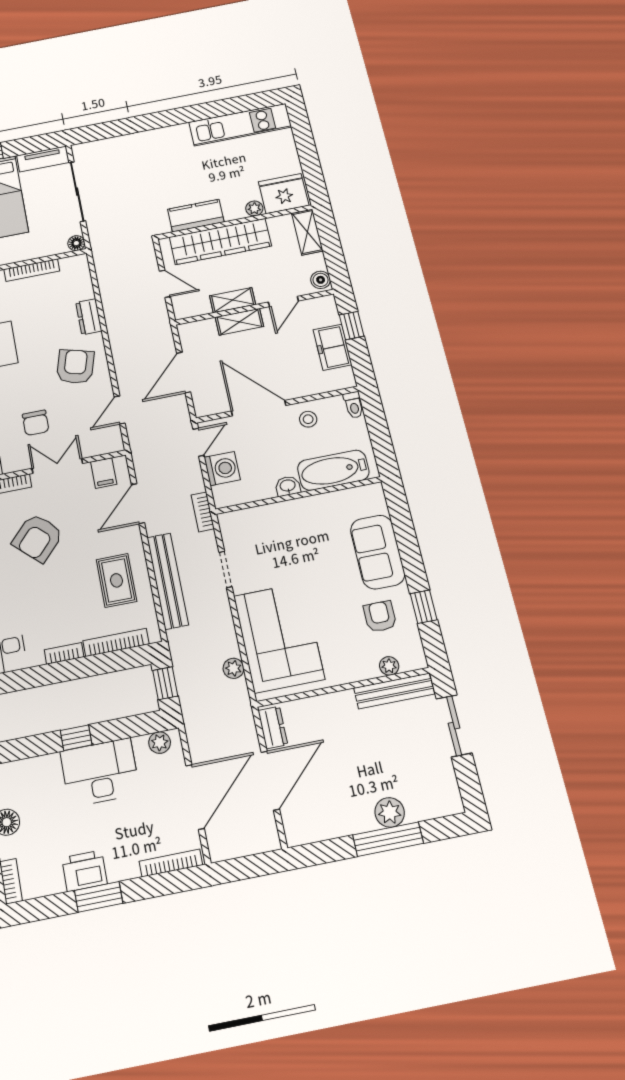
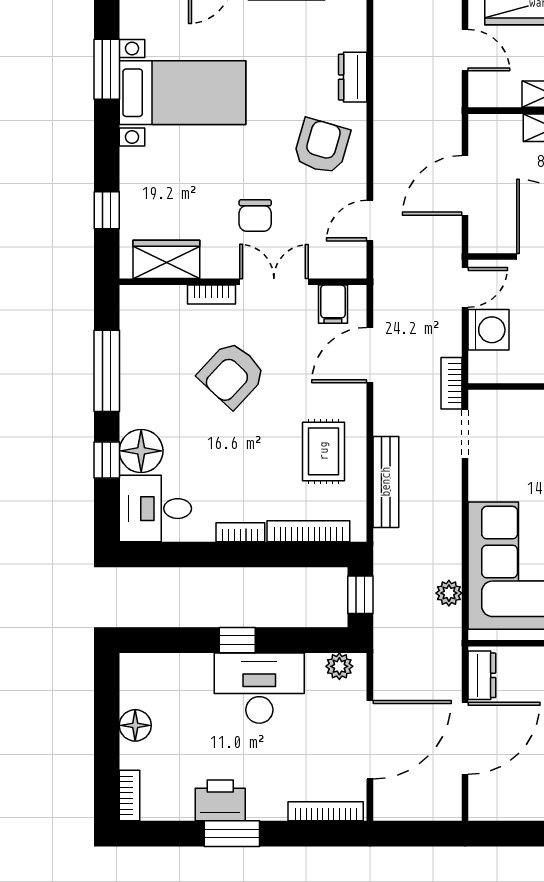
doorway: (225, 569) -> (465, 434), moved
bench: (168, 581) -> (386, 482), width x0.73, depth x0.82

